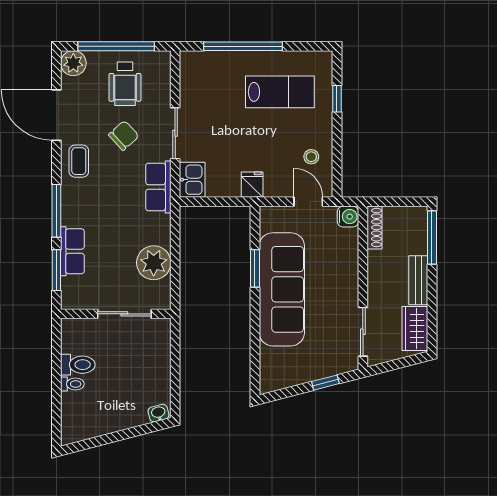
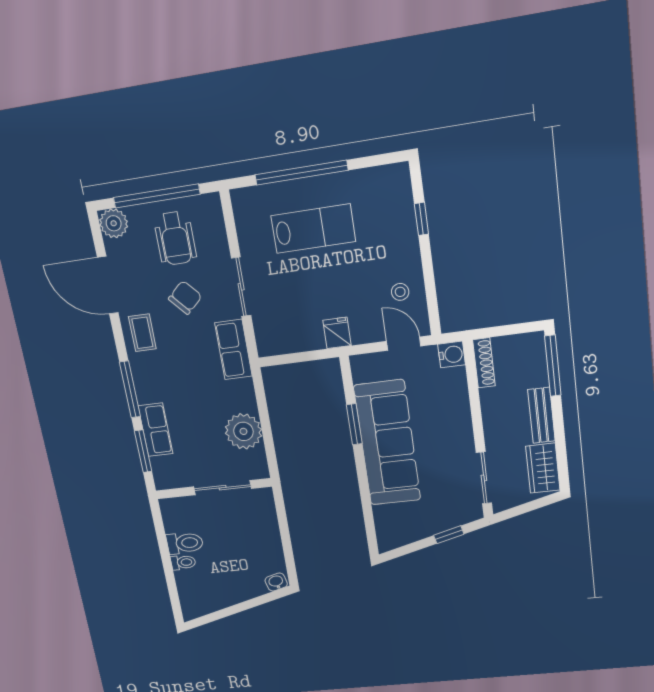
lab bench: (280, 92) -> (313, 229), moved
kitchen sink: (192, 180) -> (269, 336), removed

